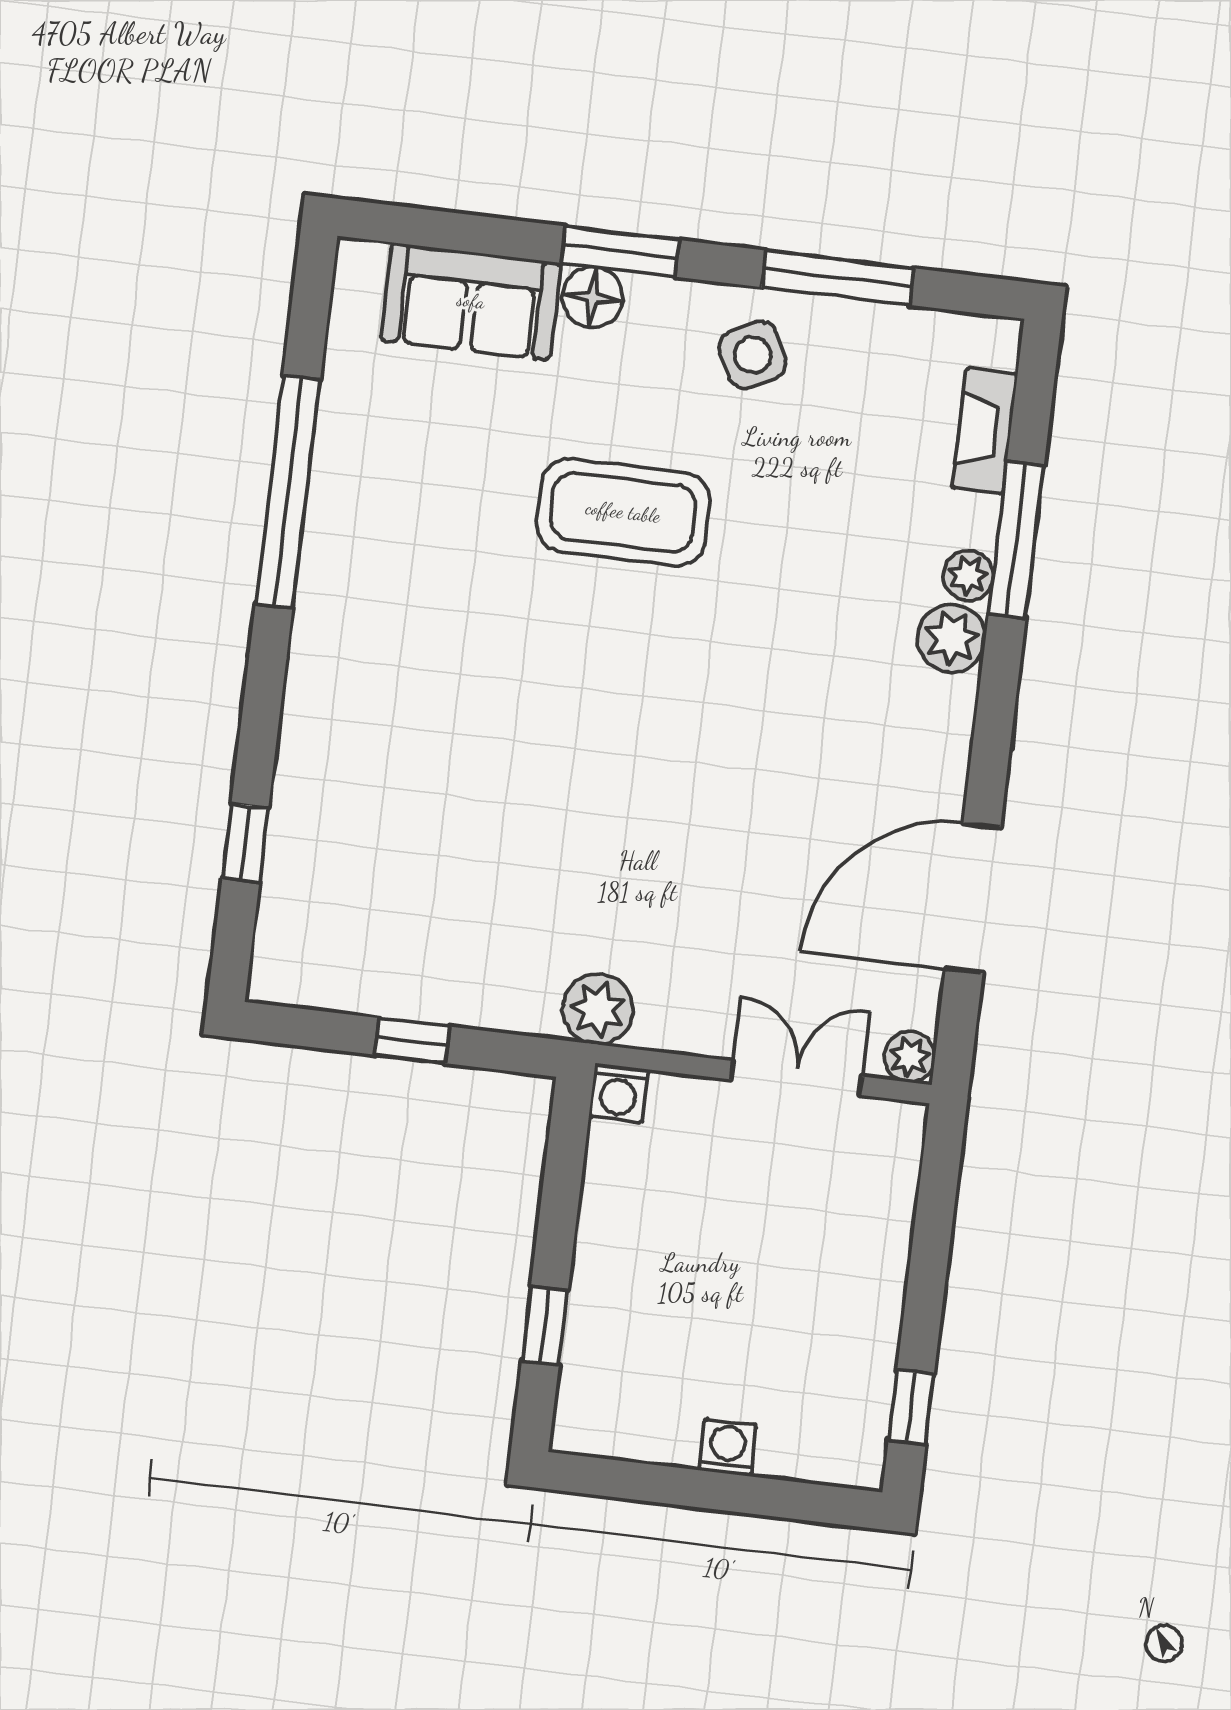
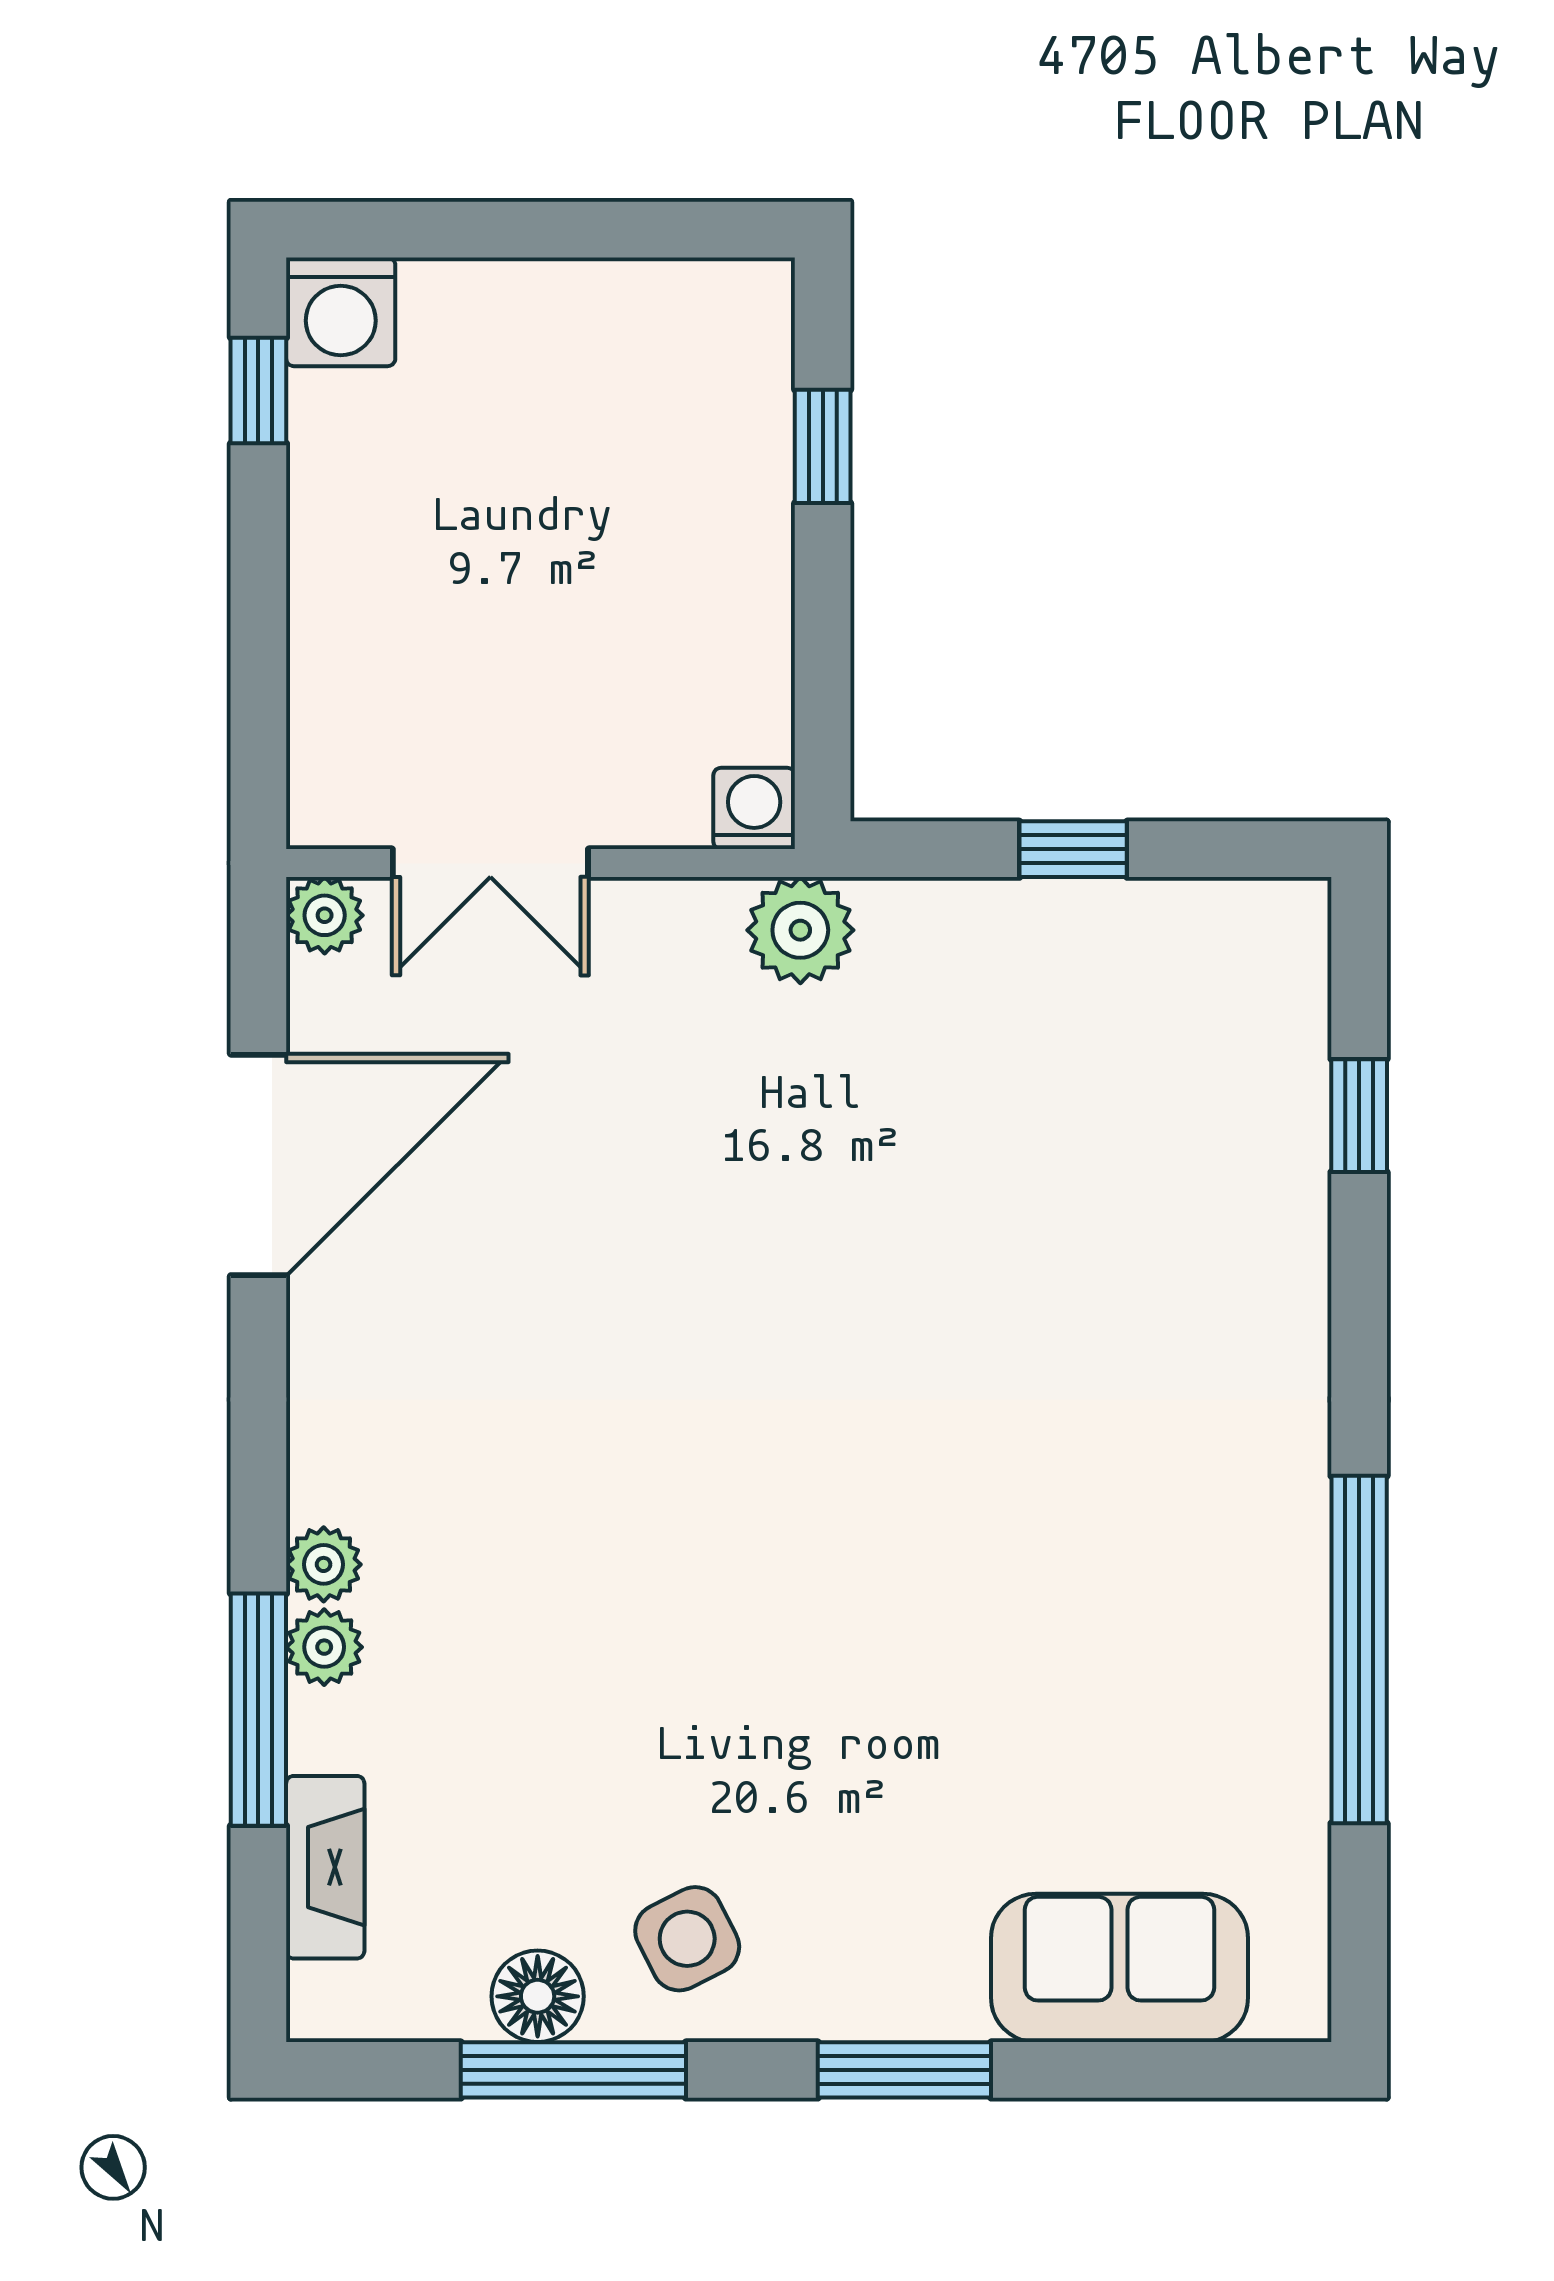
floor lamp: (593, 297) -> (538, 1996), moved
coffee table: (623, 512) -> (853, 1679), removed
plant: (952, 638) -> (324, 1564), width x0.73, depth x0.73
washing machine: (728, 1447) -> (341, 312), moved, width x1.38, depth x1.38

